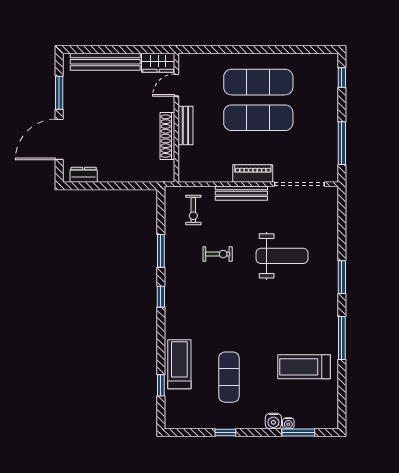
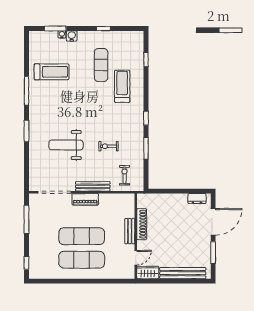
treadmill: (179, 364) -> (122, 86), moved, turned 180

